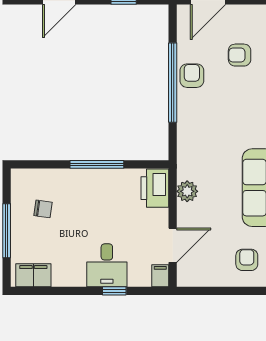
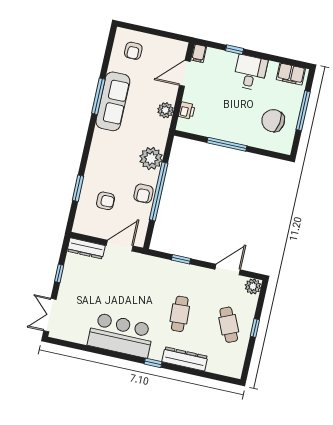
plant: (192, 124) -> (151, 158), added
printer: (155, 188) -> (187, 111), width x0.53, depth x0.68
chair: (43, 209) -> (273, 121), width x1.87, depth x1.87
desk: (107, 265) -> (250, 73), moved

